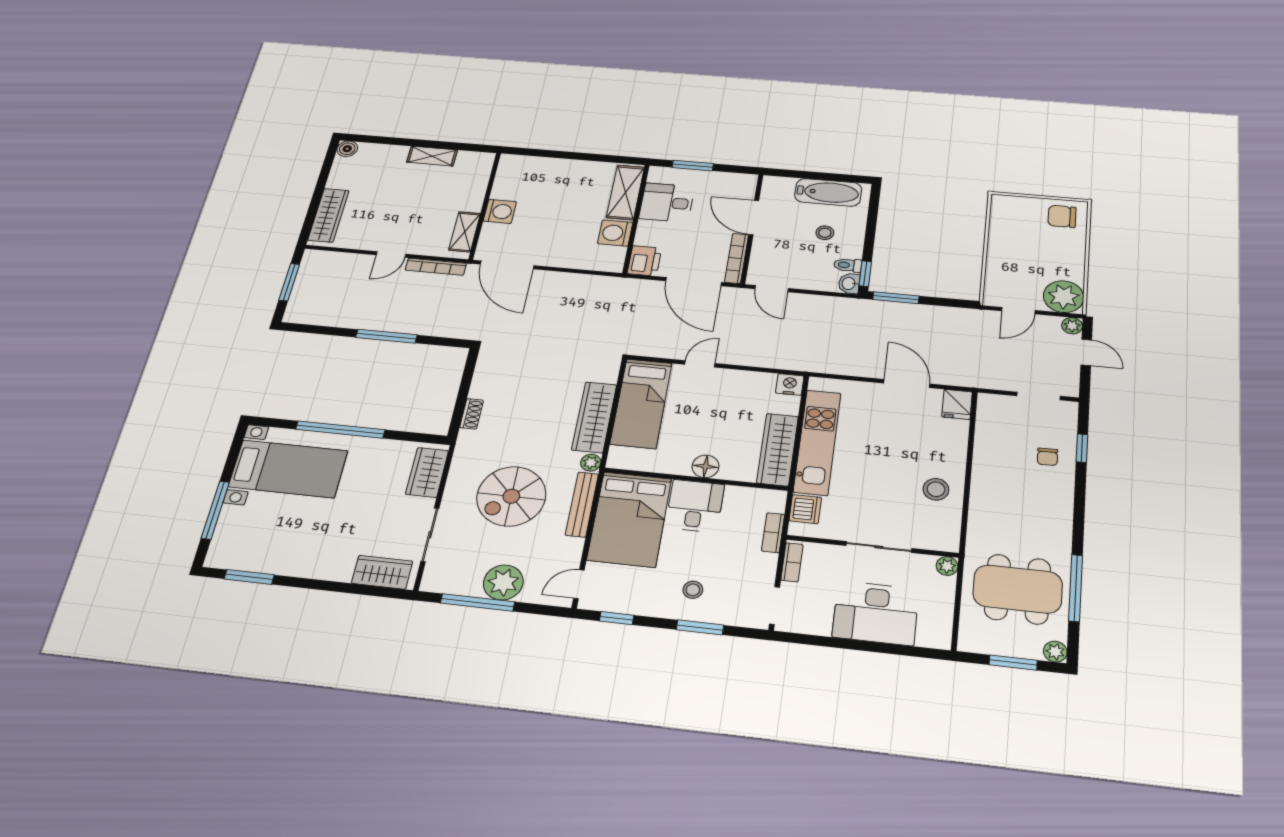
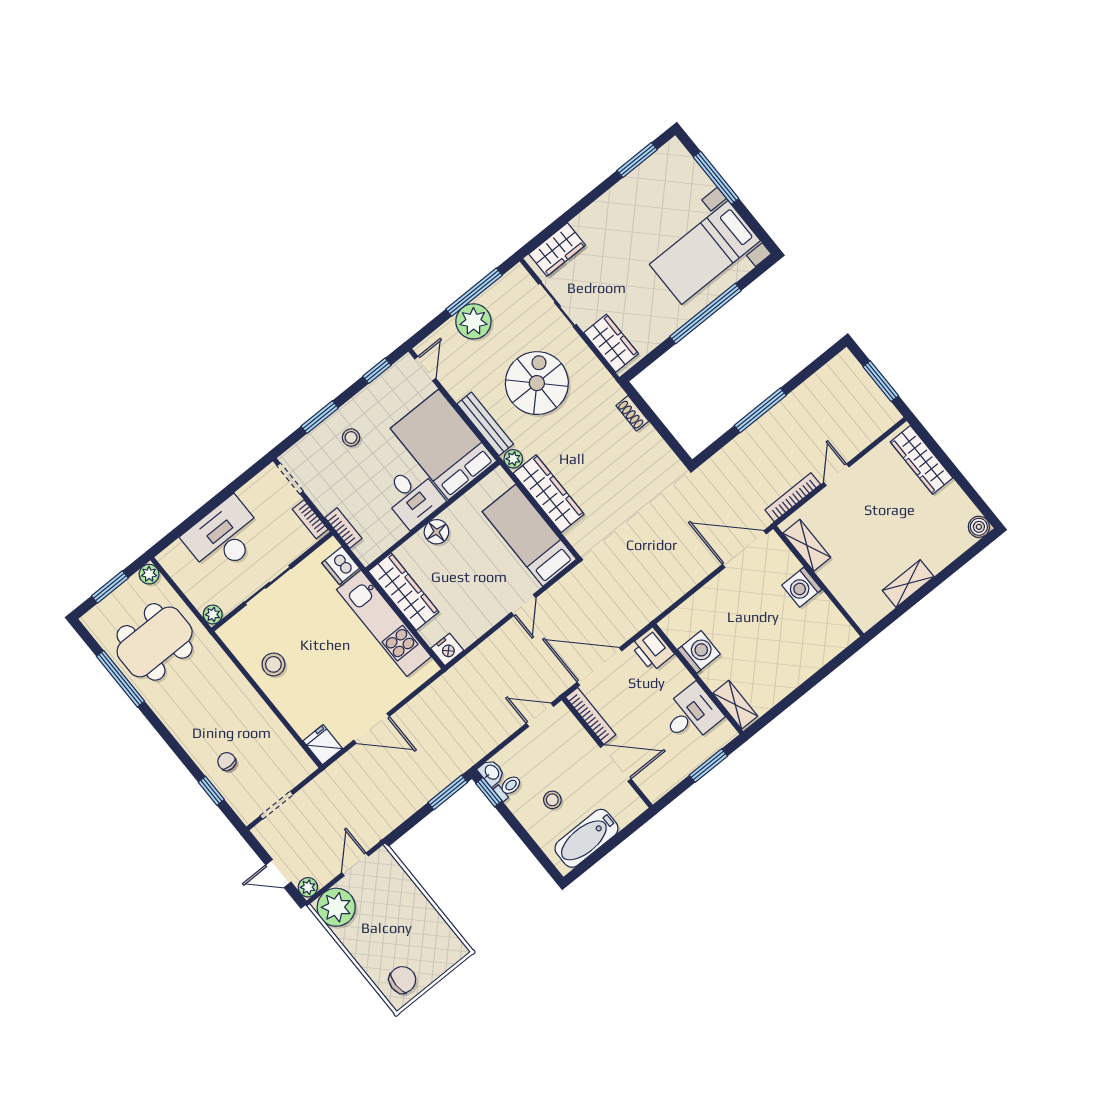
shelving: (625, 192) -> (735, 705), width x0.67, depth x0.75
plant: (1055, 652) -> (149, 574), moved

